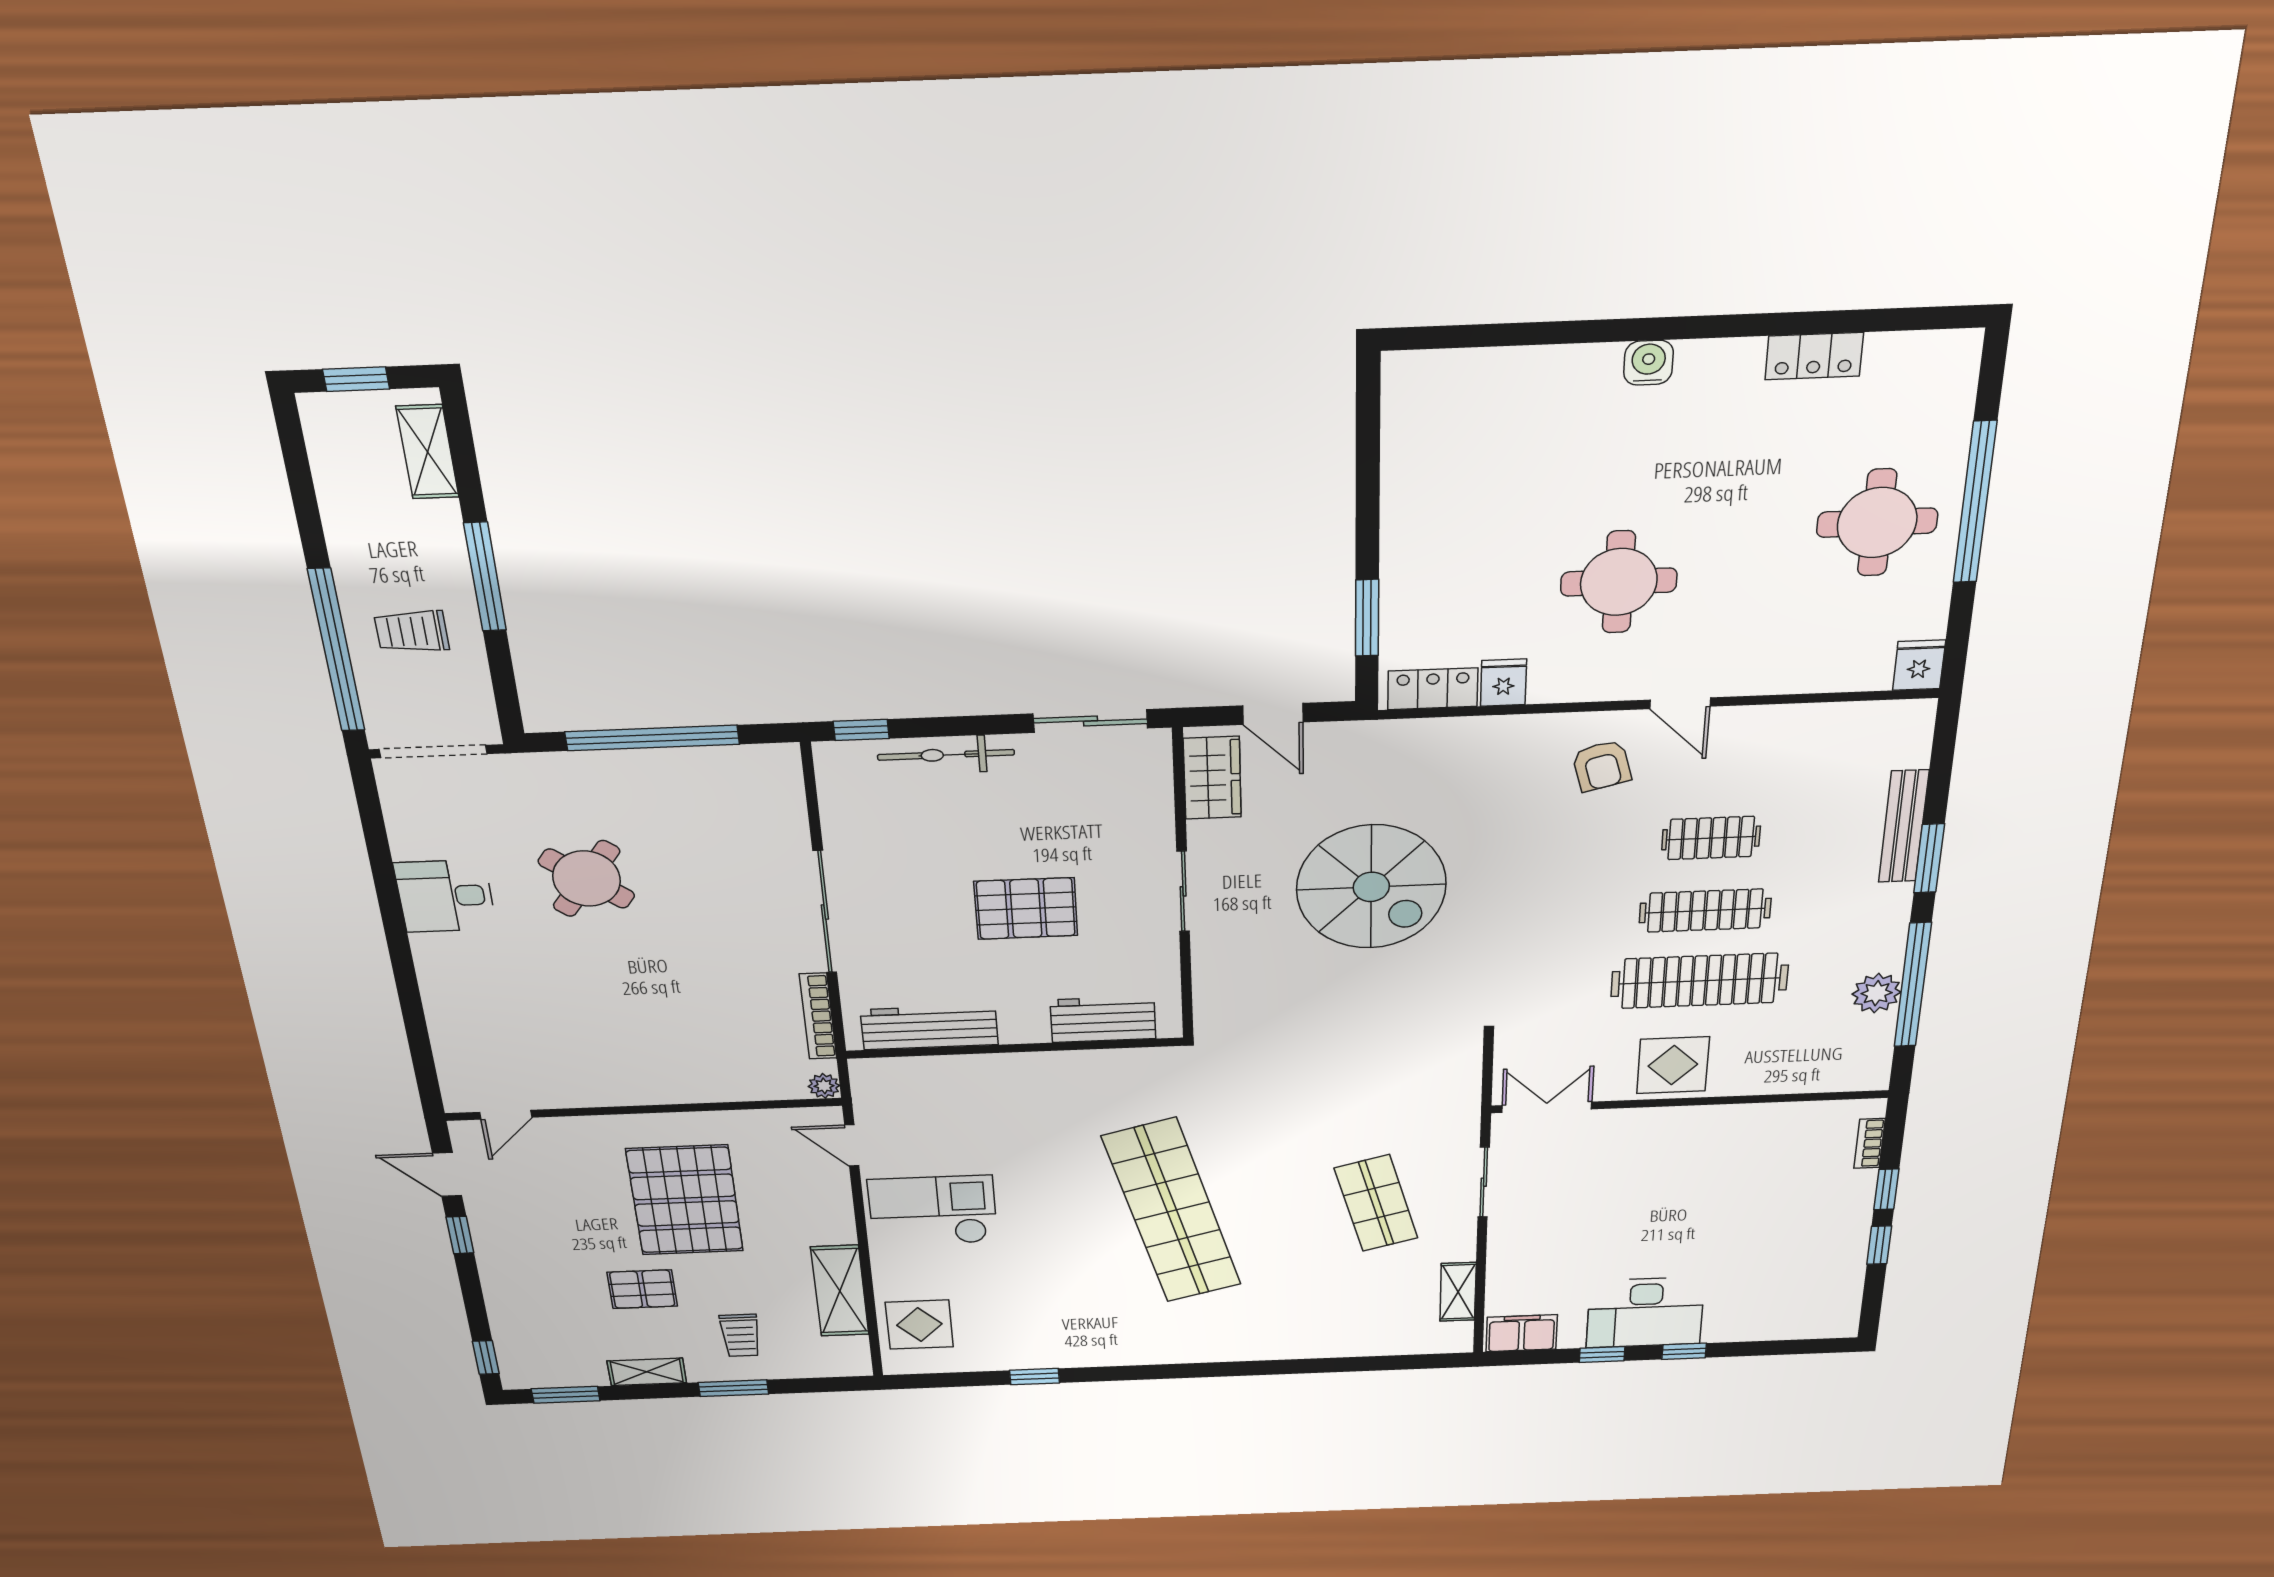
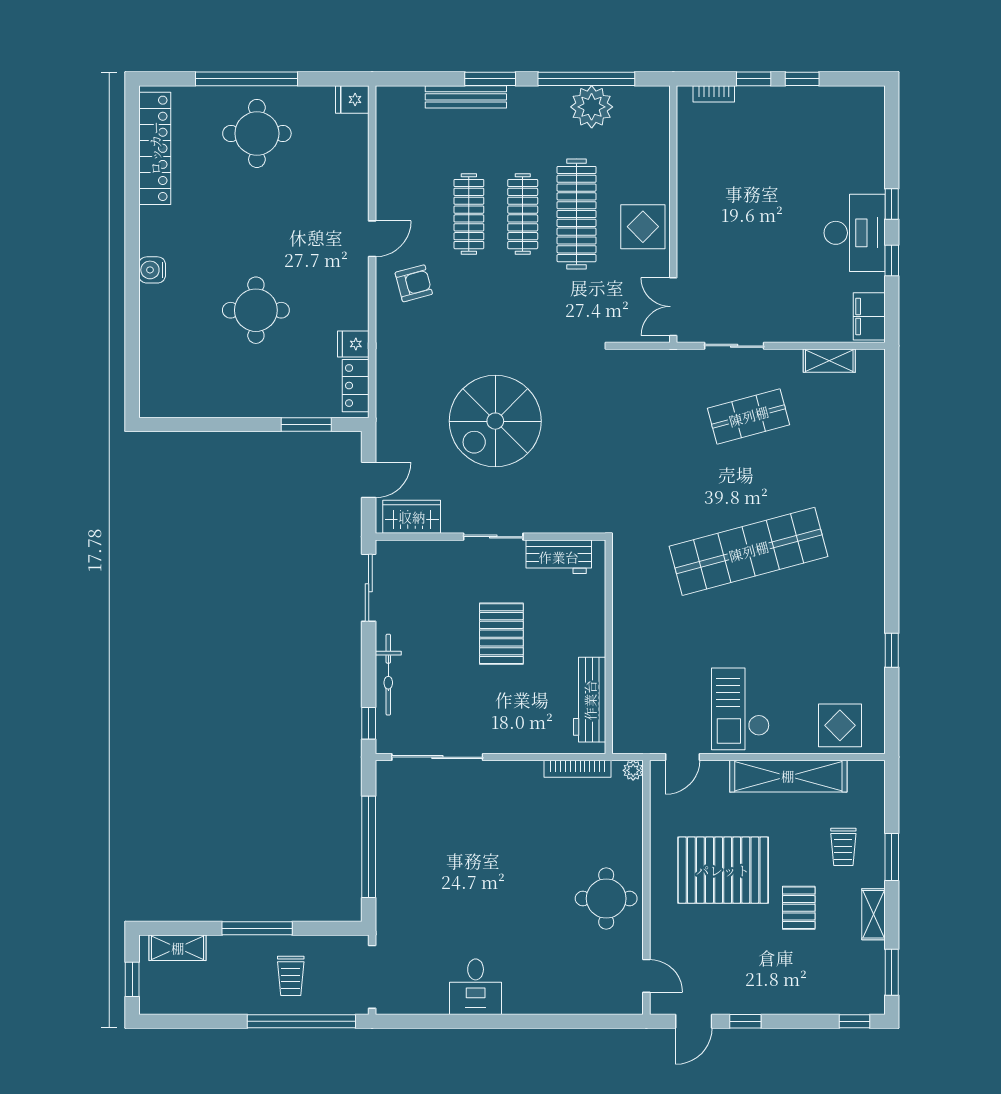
locker: (1814, 356) -> (155, 148), width x2.16, depth x1.21
round table: (1619, 582) -> (256, 310), moved
clothes rail: (1711, 838) -> (469, 214), width x1.36
round table: (586, 879) -> (606, 899), moved, turned -37
spiral stairs: (1371, 887) -> (495, 421), turned 180
sliding door: (825, 912) -> (437, 757), moved
plant: (1877, 993) -> (592, 107), width x1.36, depth x1.36
workbench: (1103, 1019) -> (559, 557), moved, turned -90
shelving: (840, 1291) -> (788, 776), width x1.47
trolley: (740, 1335) -> (843, 847), turned 90

